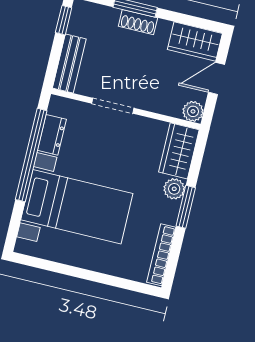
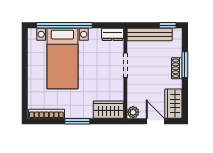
bench: (69, 64) -> (150, 35), width x1.36
dresser: (52, 135) -> (113, 34), moved
window: (31, 155) -> (64, 25), moved
plant: (174, 189) -> (86, 112), removed

